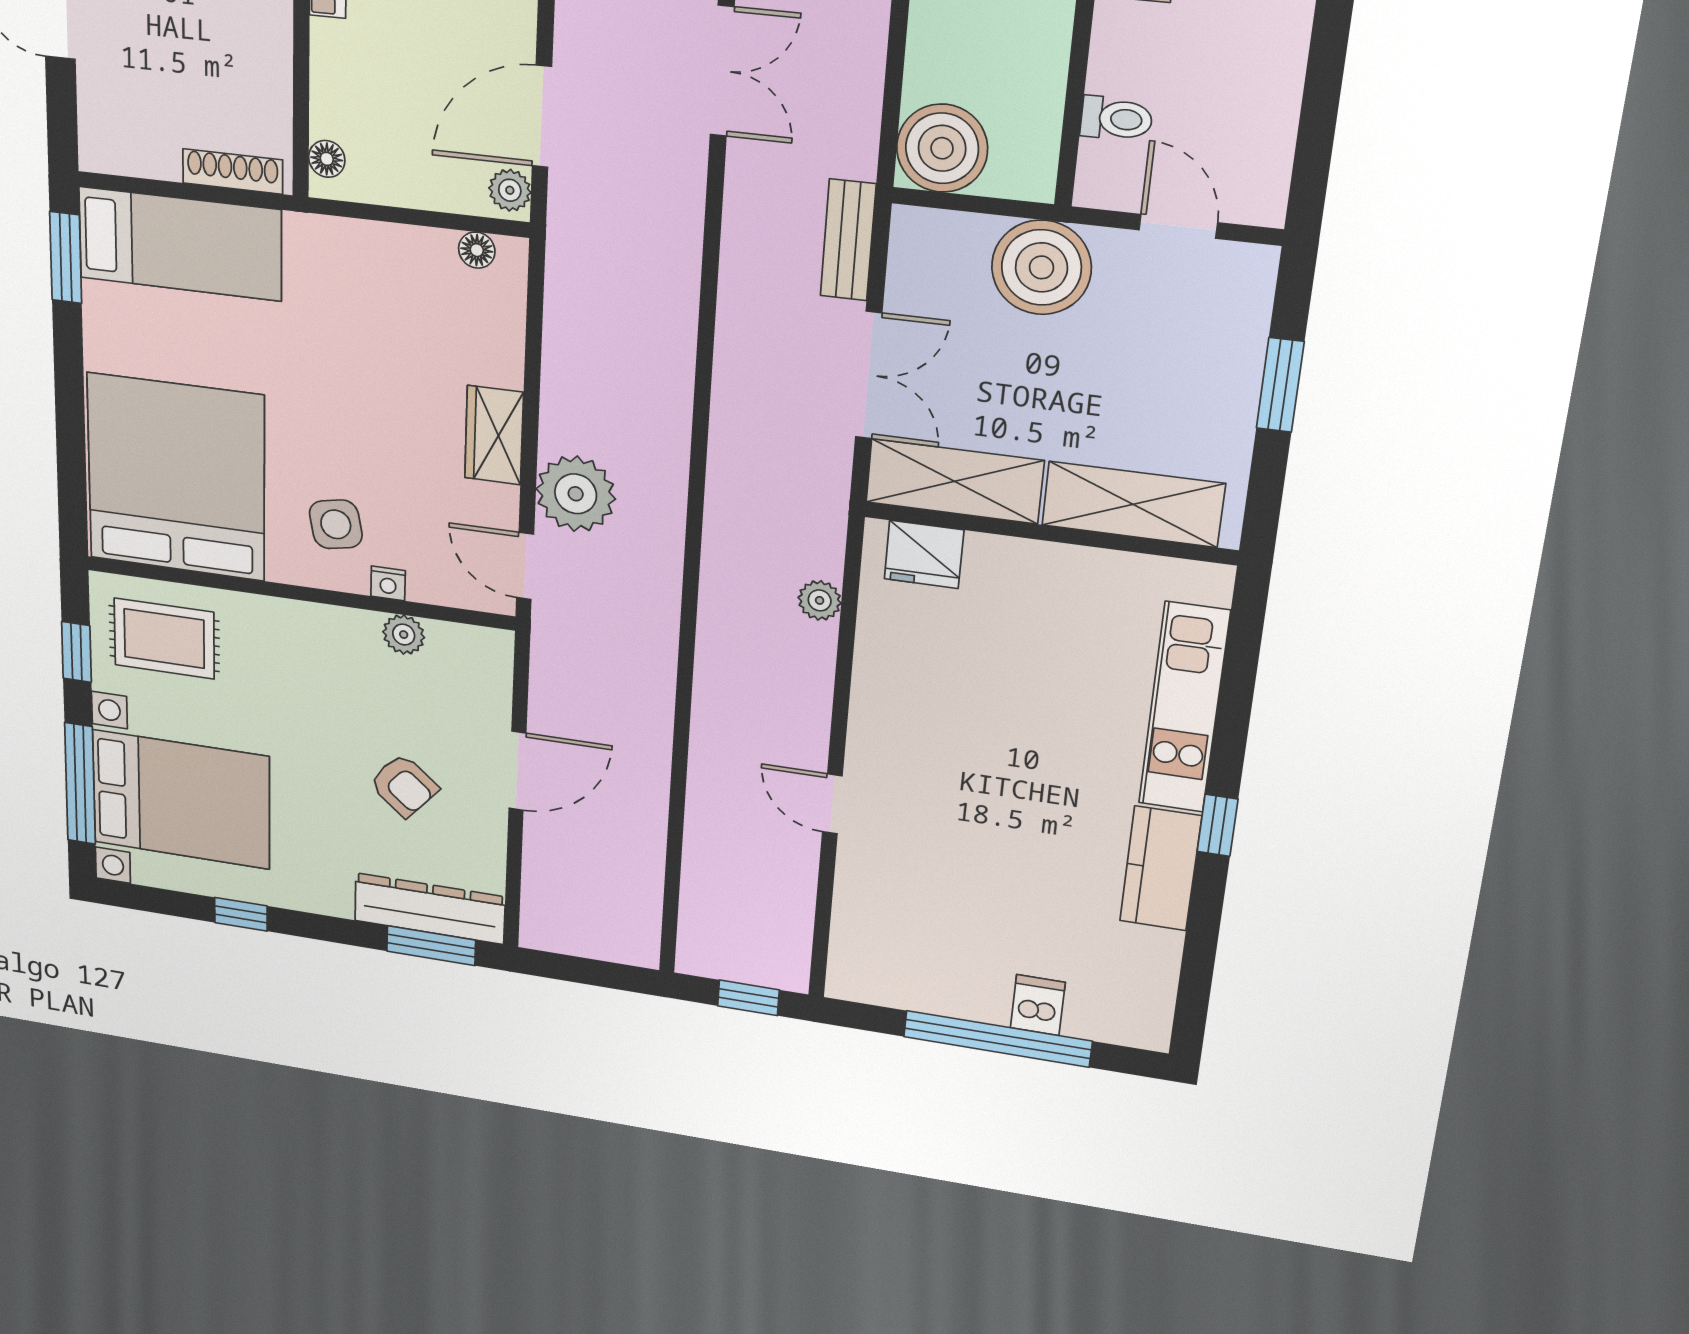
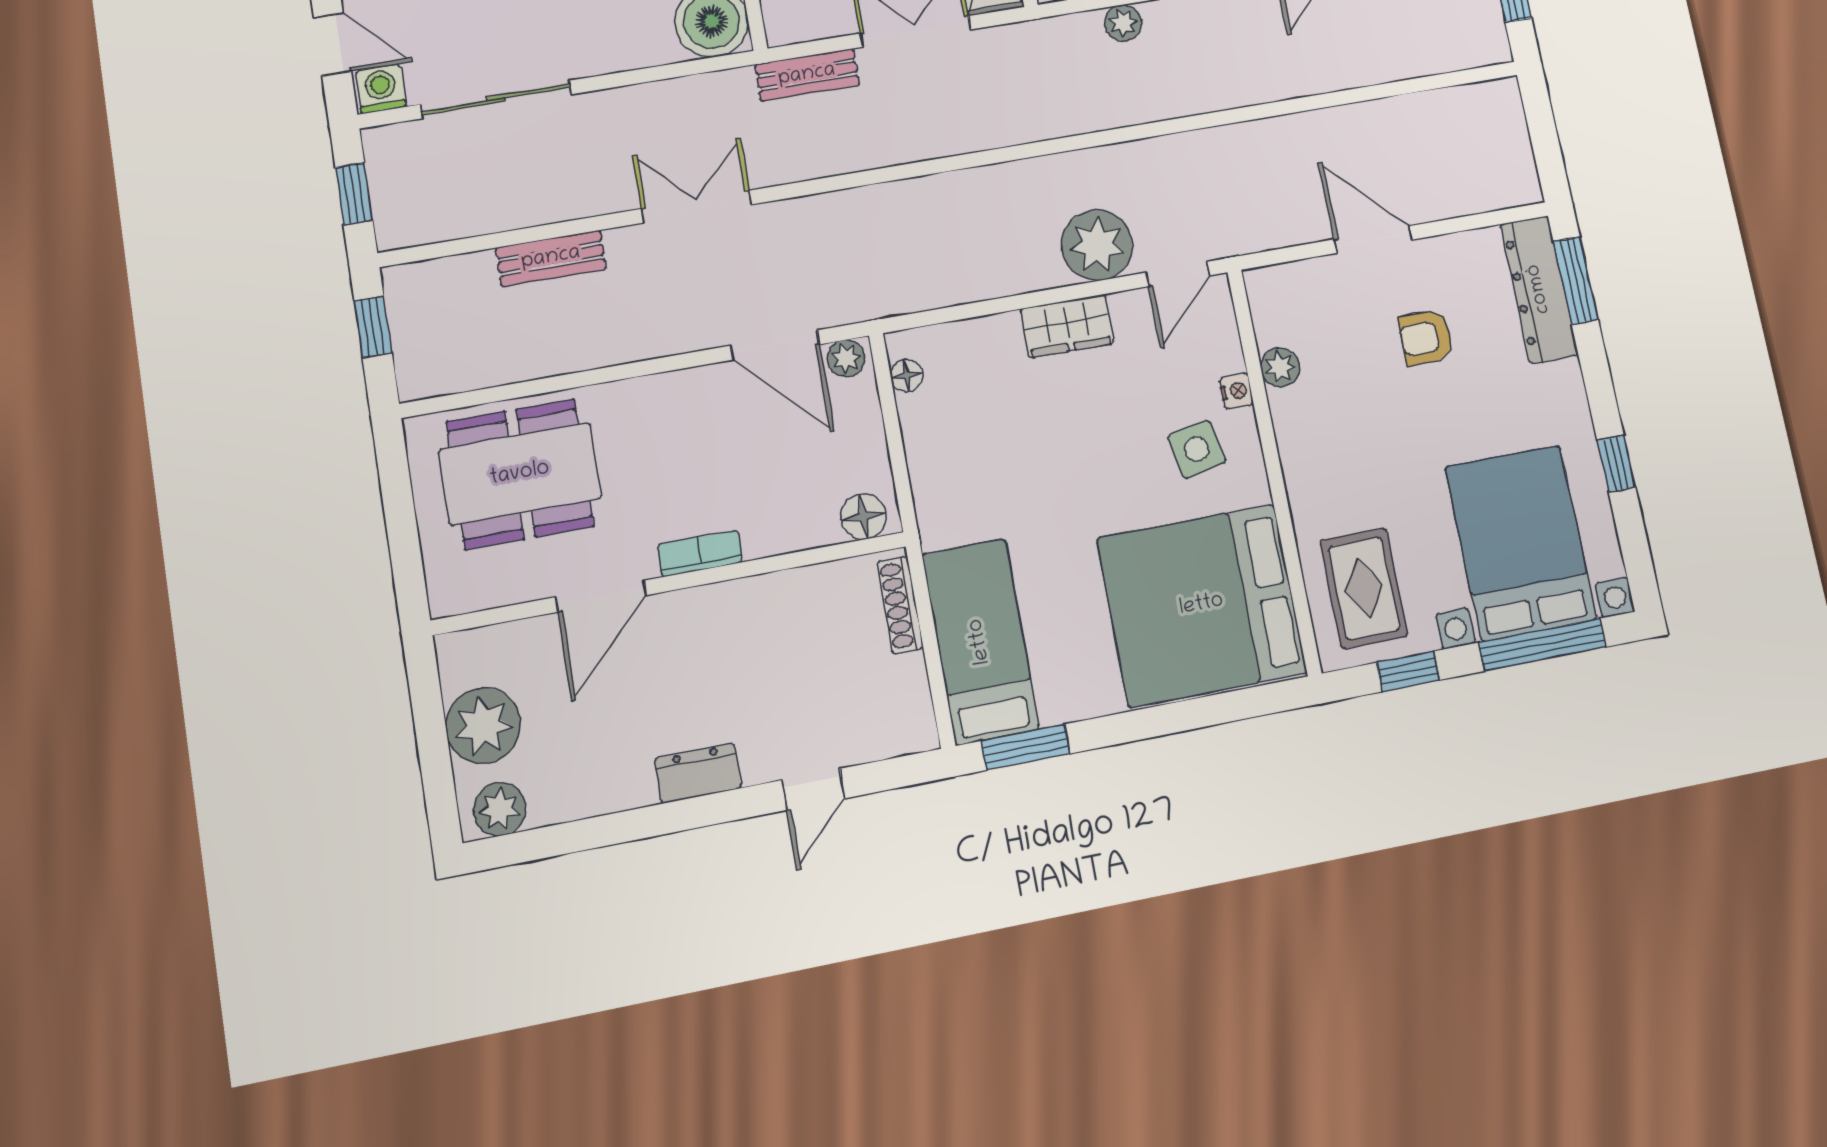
floor lamp: (327, 159) -> (863, 516), width x1.37, depth x1.37
armchair: (404, 786) -> (1426, 338), turned -131

